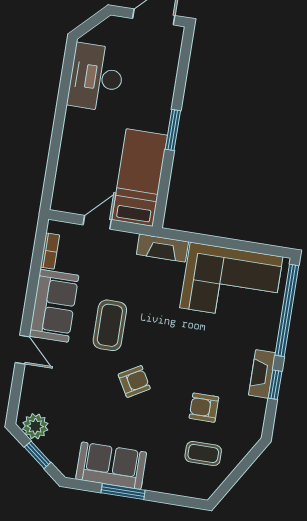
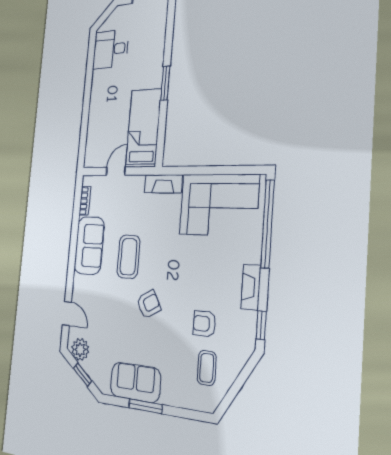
desk: (96, 77) -> (111, 49), width x0.73
door: (22, 350) -> (67, 314), moved
window: (275, 385) -> (261, 325), moved
coffee table: (203, 454) -> (207, 368), turned 90

